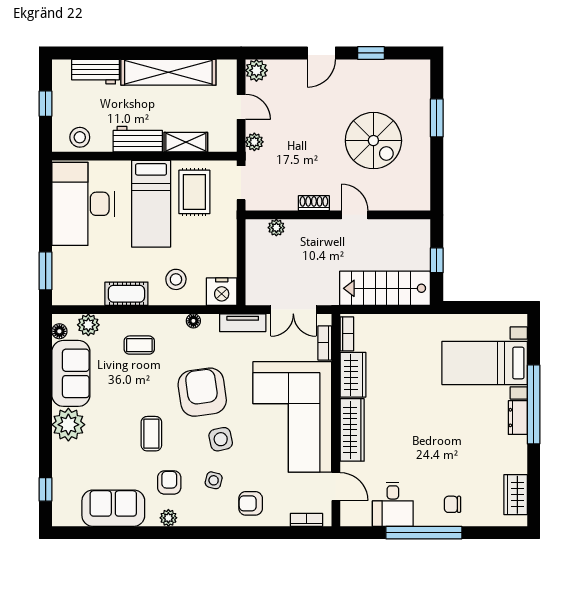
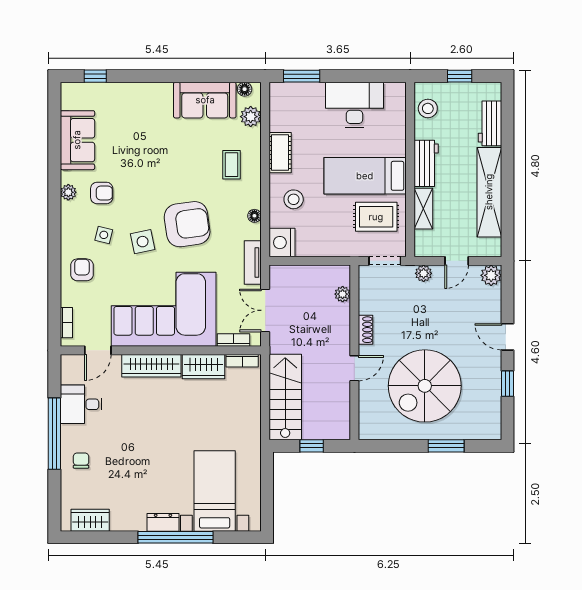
spiral stairs: (373, 141) -> (425, 386), width x1.37, depth x1.37
desk: (83, 204) -> (354, 105), width x0.73, depth x0.77
plant: (68, 425) -> (156, 98), removed
coffee table: (151, 434) -> (148, 176), removed

